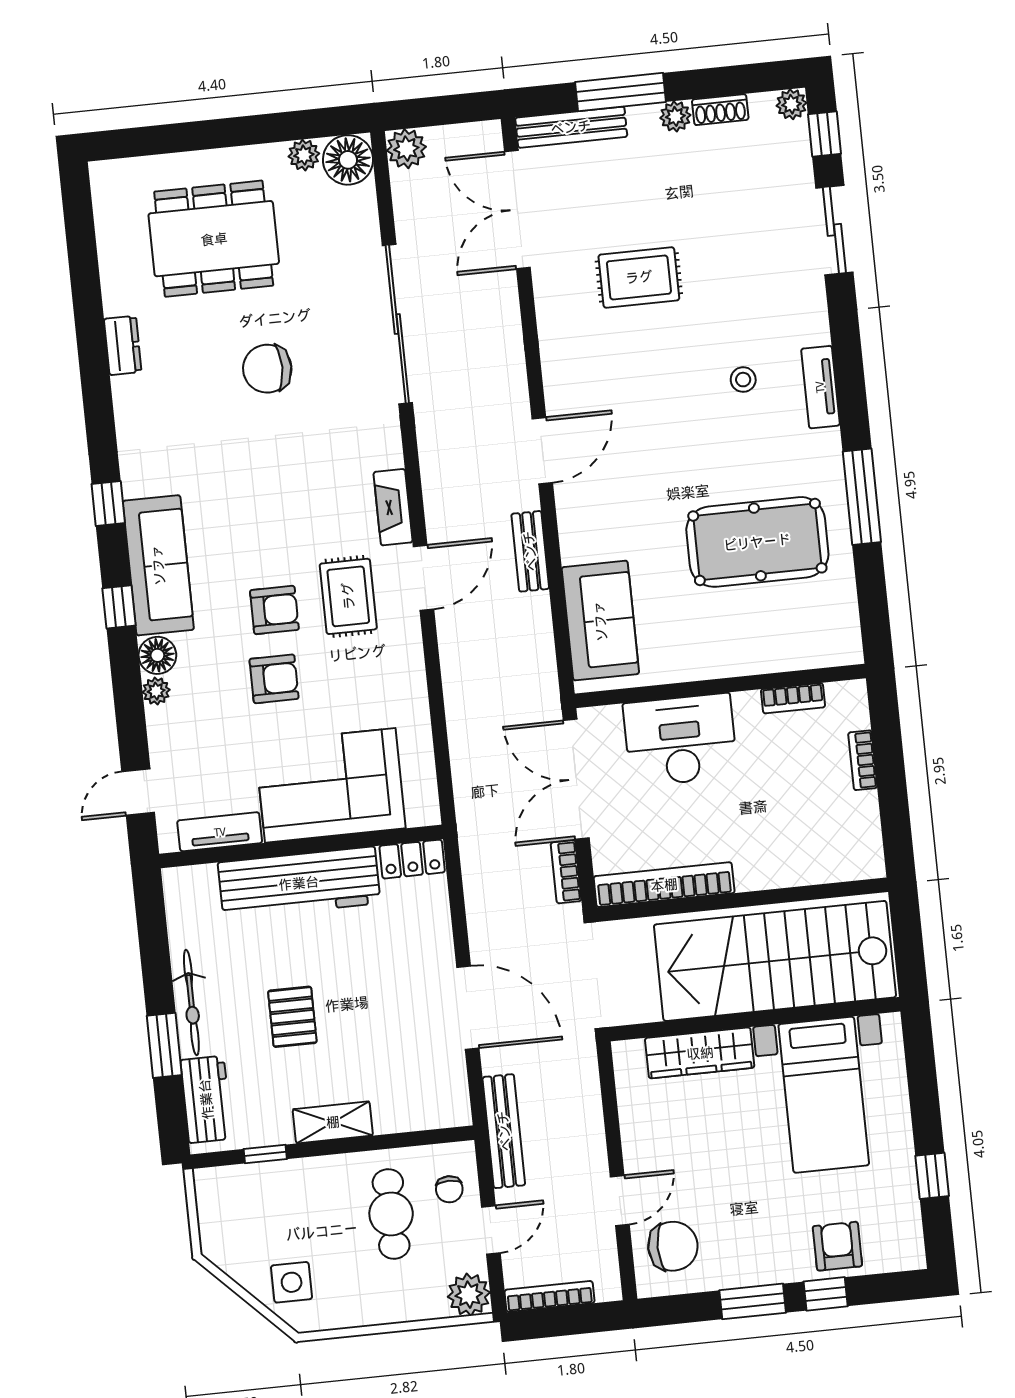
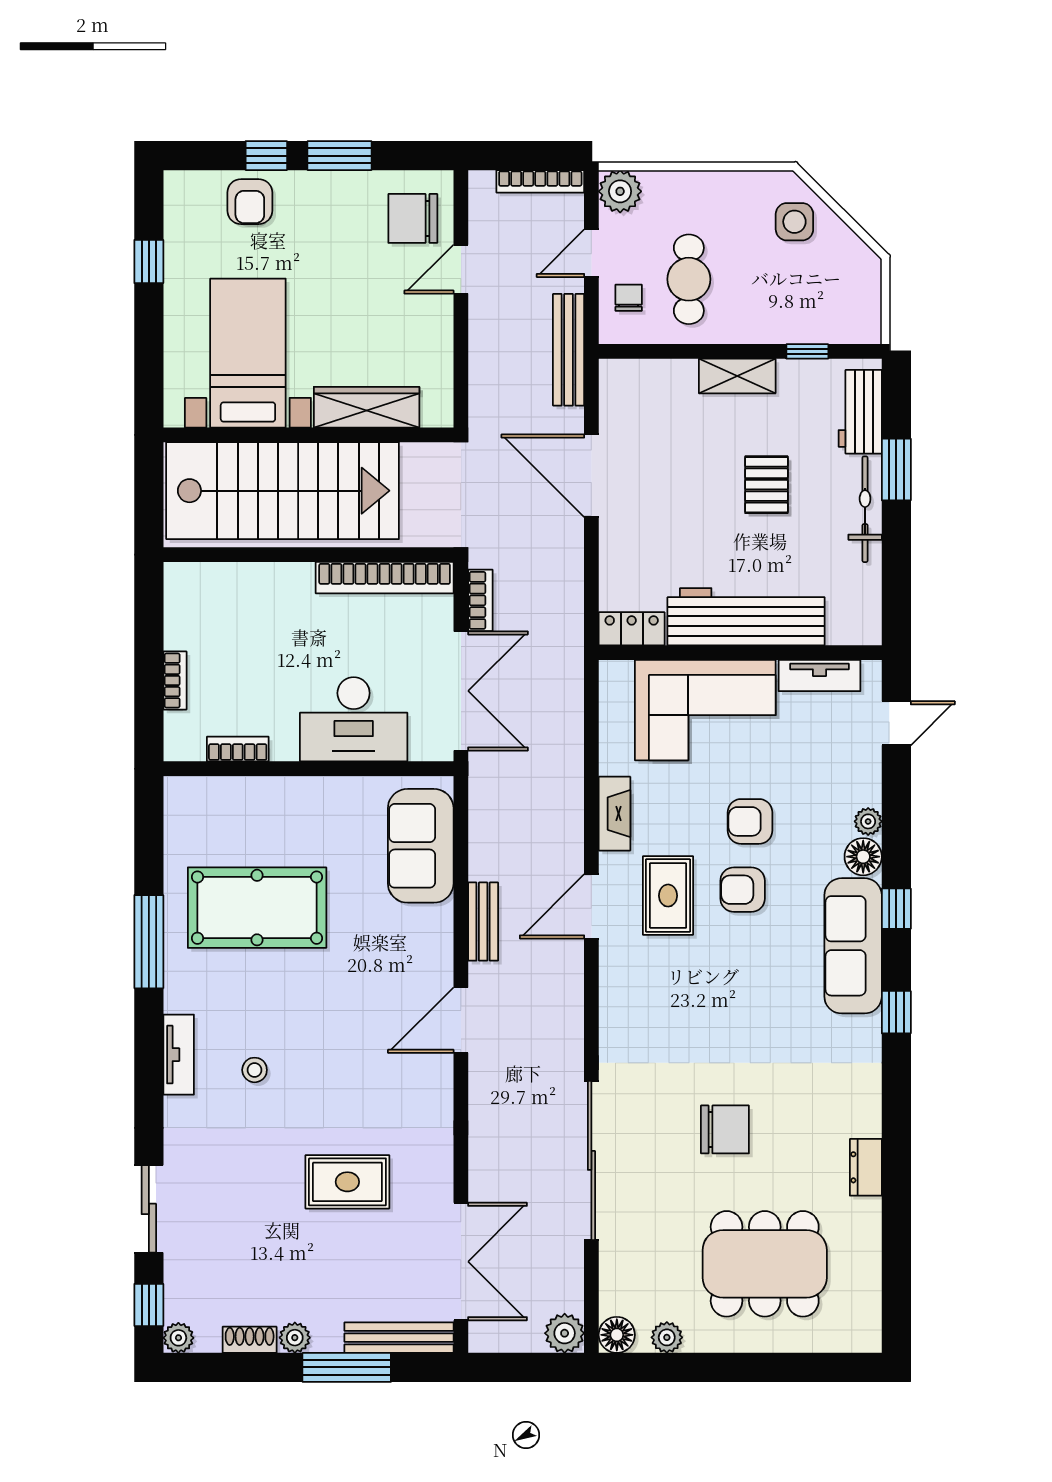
floor lamp: (348, 160) -> (617, 1335), width x0.73, depth x0.73
fireplace: (393, 507) -> (615, 814), moved

